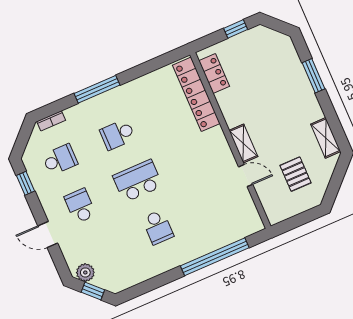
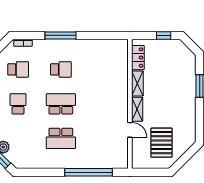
locker: (196, 94) -> (121, 66), removed
school desk: (117, 135) -> (61, 69), turned 180
shelving: (326, 138) -> (137, 83), moved
pallet: (295, 174) -> (161, 143), width x1.50, depth x1.42
school desk: (158, 227) -> (61, 138), width x1.85

